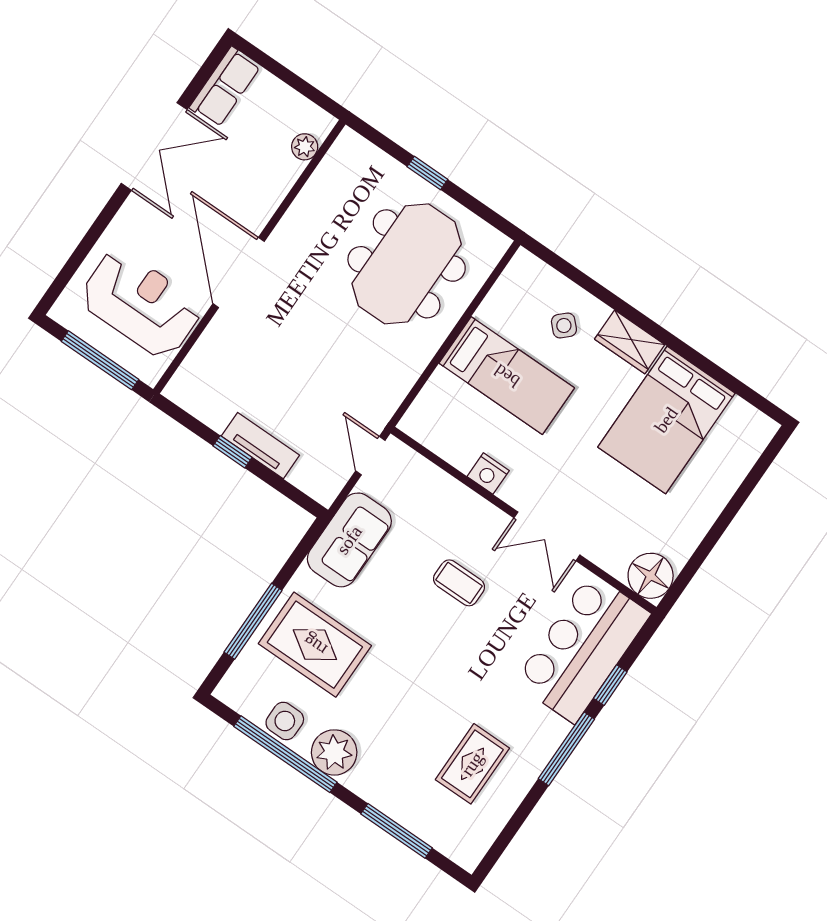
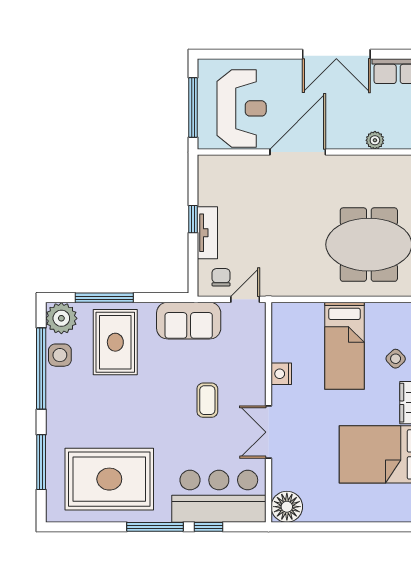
plant: (305, 147) -> (375, 140), moved
chair: (324, 466) -> (221, 277), added
plant: (334, 752) -> (61, 318), moved
rug: (472, 764) -> (109, 479), width x1.86, depth x2.06

